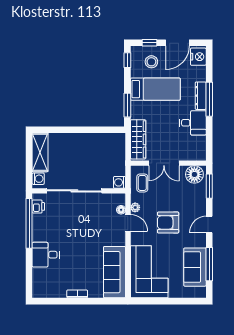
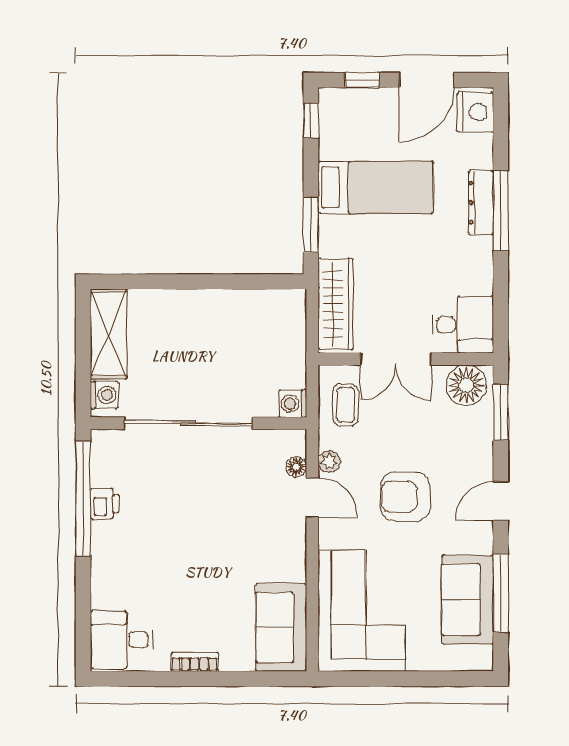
stool: (151, 62) -> (367, 124), removed
desk: (193, 123) -> (463, 325), moved
printer: (38, 206) -> (105, 504), moved
desk: (46, 255) -> (122, 640), moved
sofa: (114, 272) -> (281, 627), width x0.73

